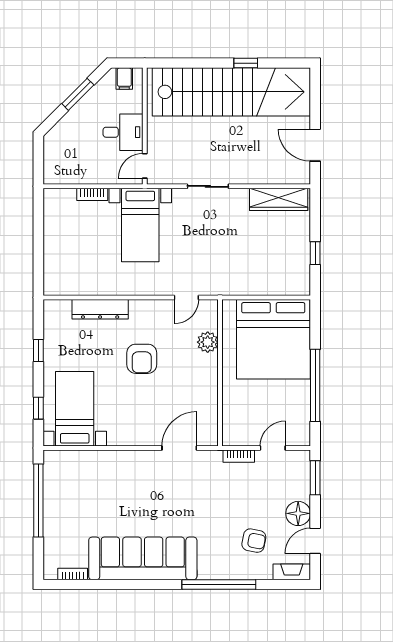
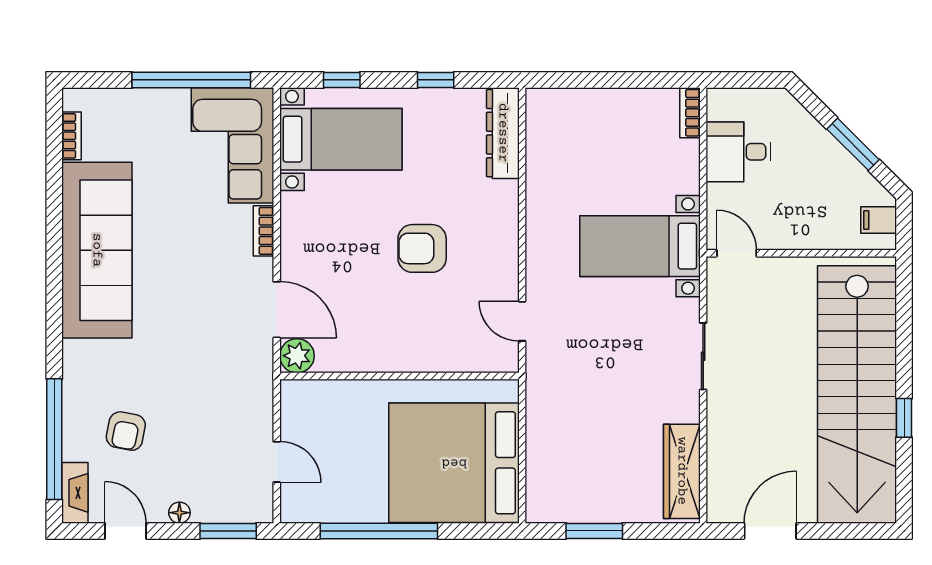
desk: (123, 132) -> (738, 152), moved, turned 90
bookcase: (92, 194) -> (690, 113), moved
window: (315, 253) -> (594, 531), width x1.50
dresser: (100, 309) -> (503, 133), moved
plant: (208, 342) -> (297, 356), moved
bookcase: (239, 456) -> (263, 231), moved
corner sofa: (78, 475) -> (232, 145), added
floor lamp: (298, 513) -> (179, 513), width x0.53, depth x0.53
window: (219, 585) -> (54, 439), moved

